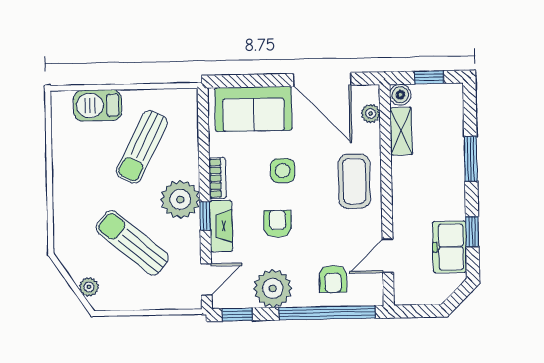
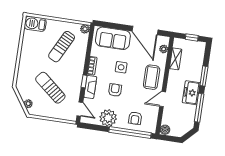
boiler: (400, 95) -> (165, 130), moved
barbecue: (98, 105) -> (35, 24), moved
plant: (180, 199) -> (85, 29), moved, width x0.53, depth x0.53
window: (472, 232) -> (199, 108), width x2.17
freezer: (450, 247) -> (191, 93), moved
door: (388, 256) -> (163, 99), moved
door: (206, 279) -> (80, 109), hinge flipped
window: (237, 315) -> (91, 127), removed

